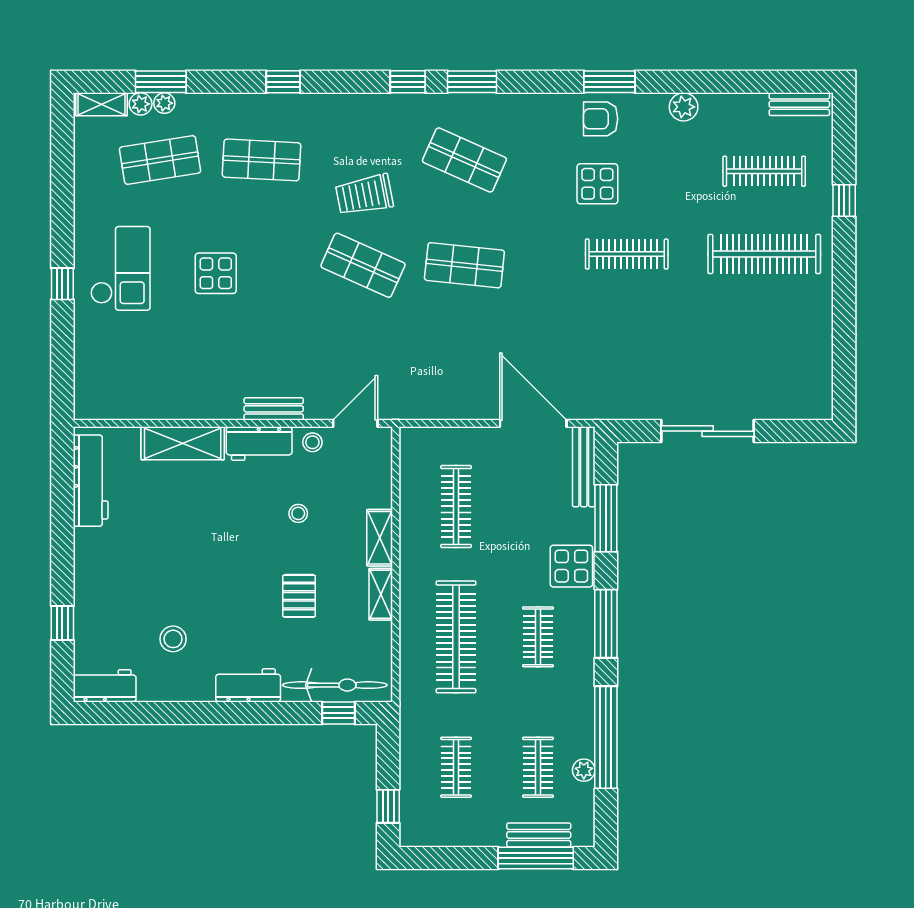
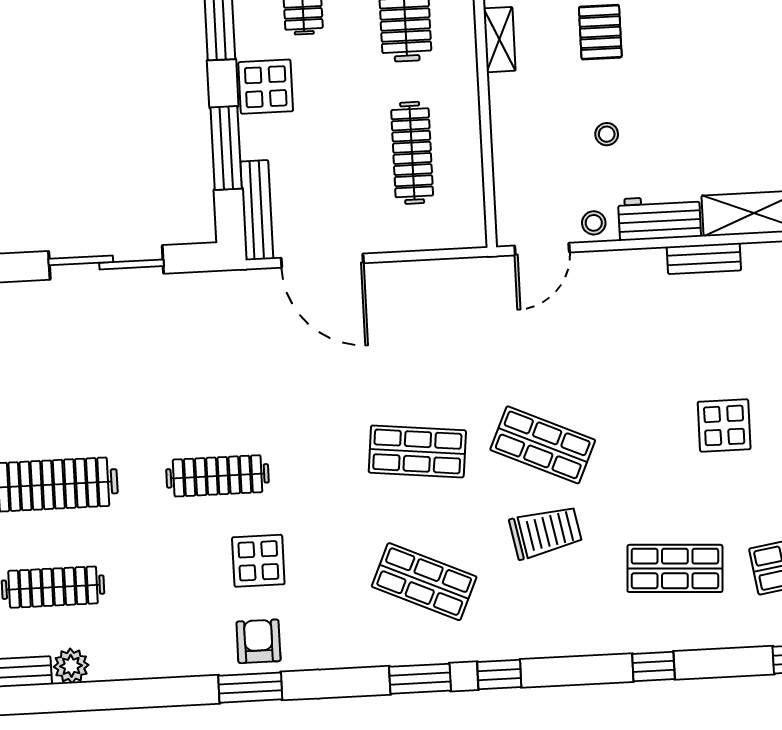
plant: (684, 107) -> (71, 666), moved
armchair: (601, 119) -> (258, 641), turned -90
bench: (274, 409) -> (704, 259), moved
shelving: (380, 538) -> (504, 109), removed

